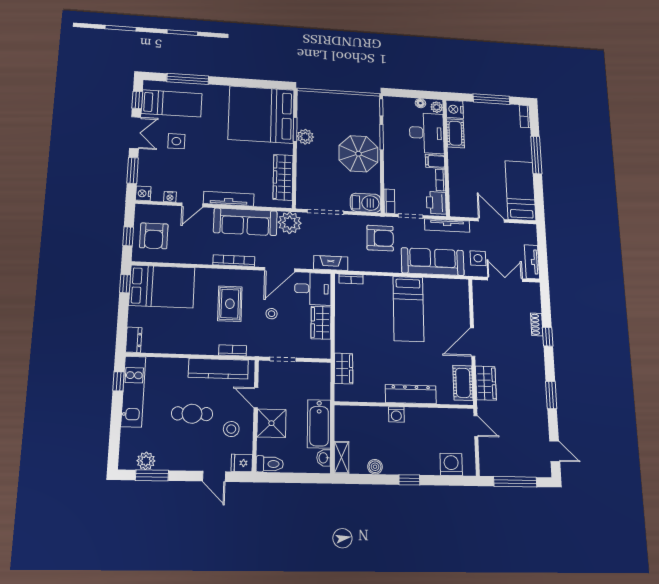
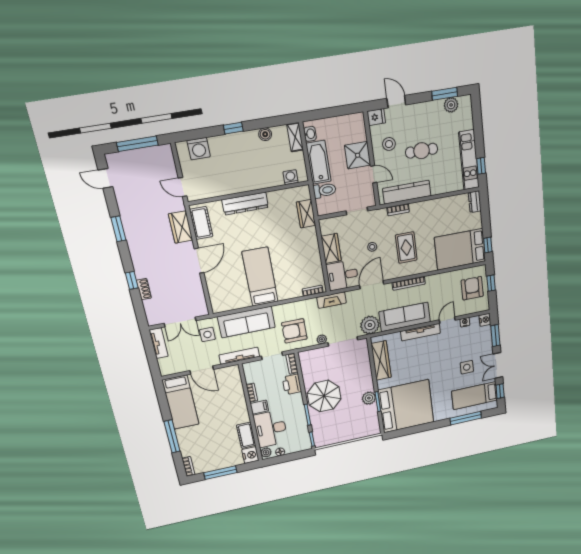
barbecue: (366, 203) -> (311, 357), removed
printer: (436, 203) -> (292, 384), moved, turned 180
plant: (350, 220) -> (322, 339), added
washing machine: (396, 414) -> (291, 177), moved
toilet: (270, 464) -> (325, 190), moved, turned 180

